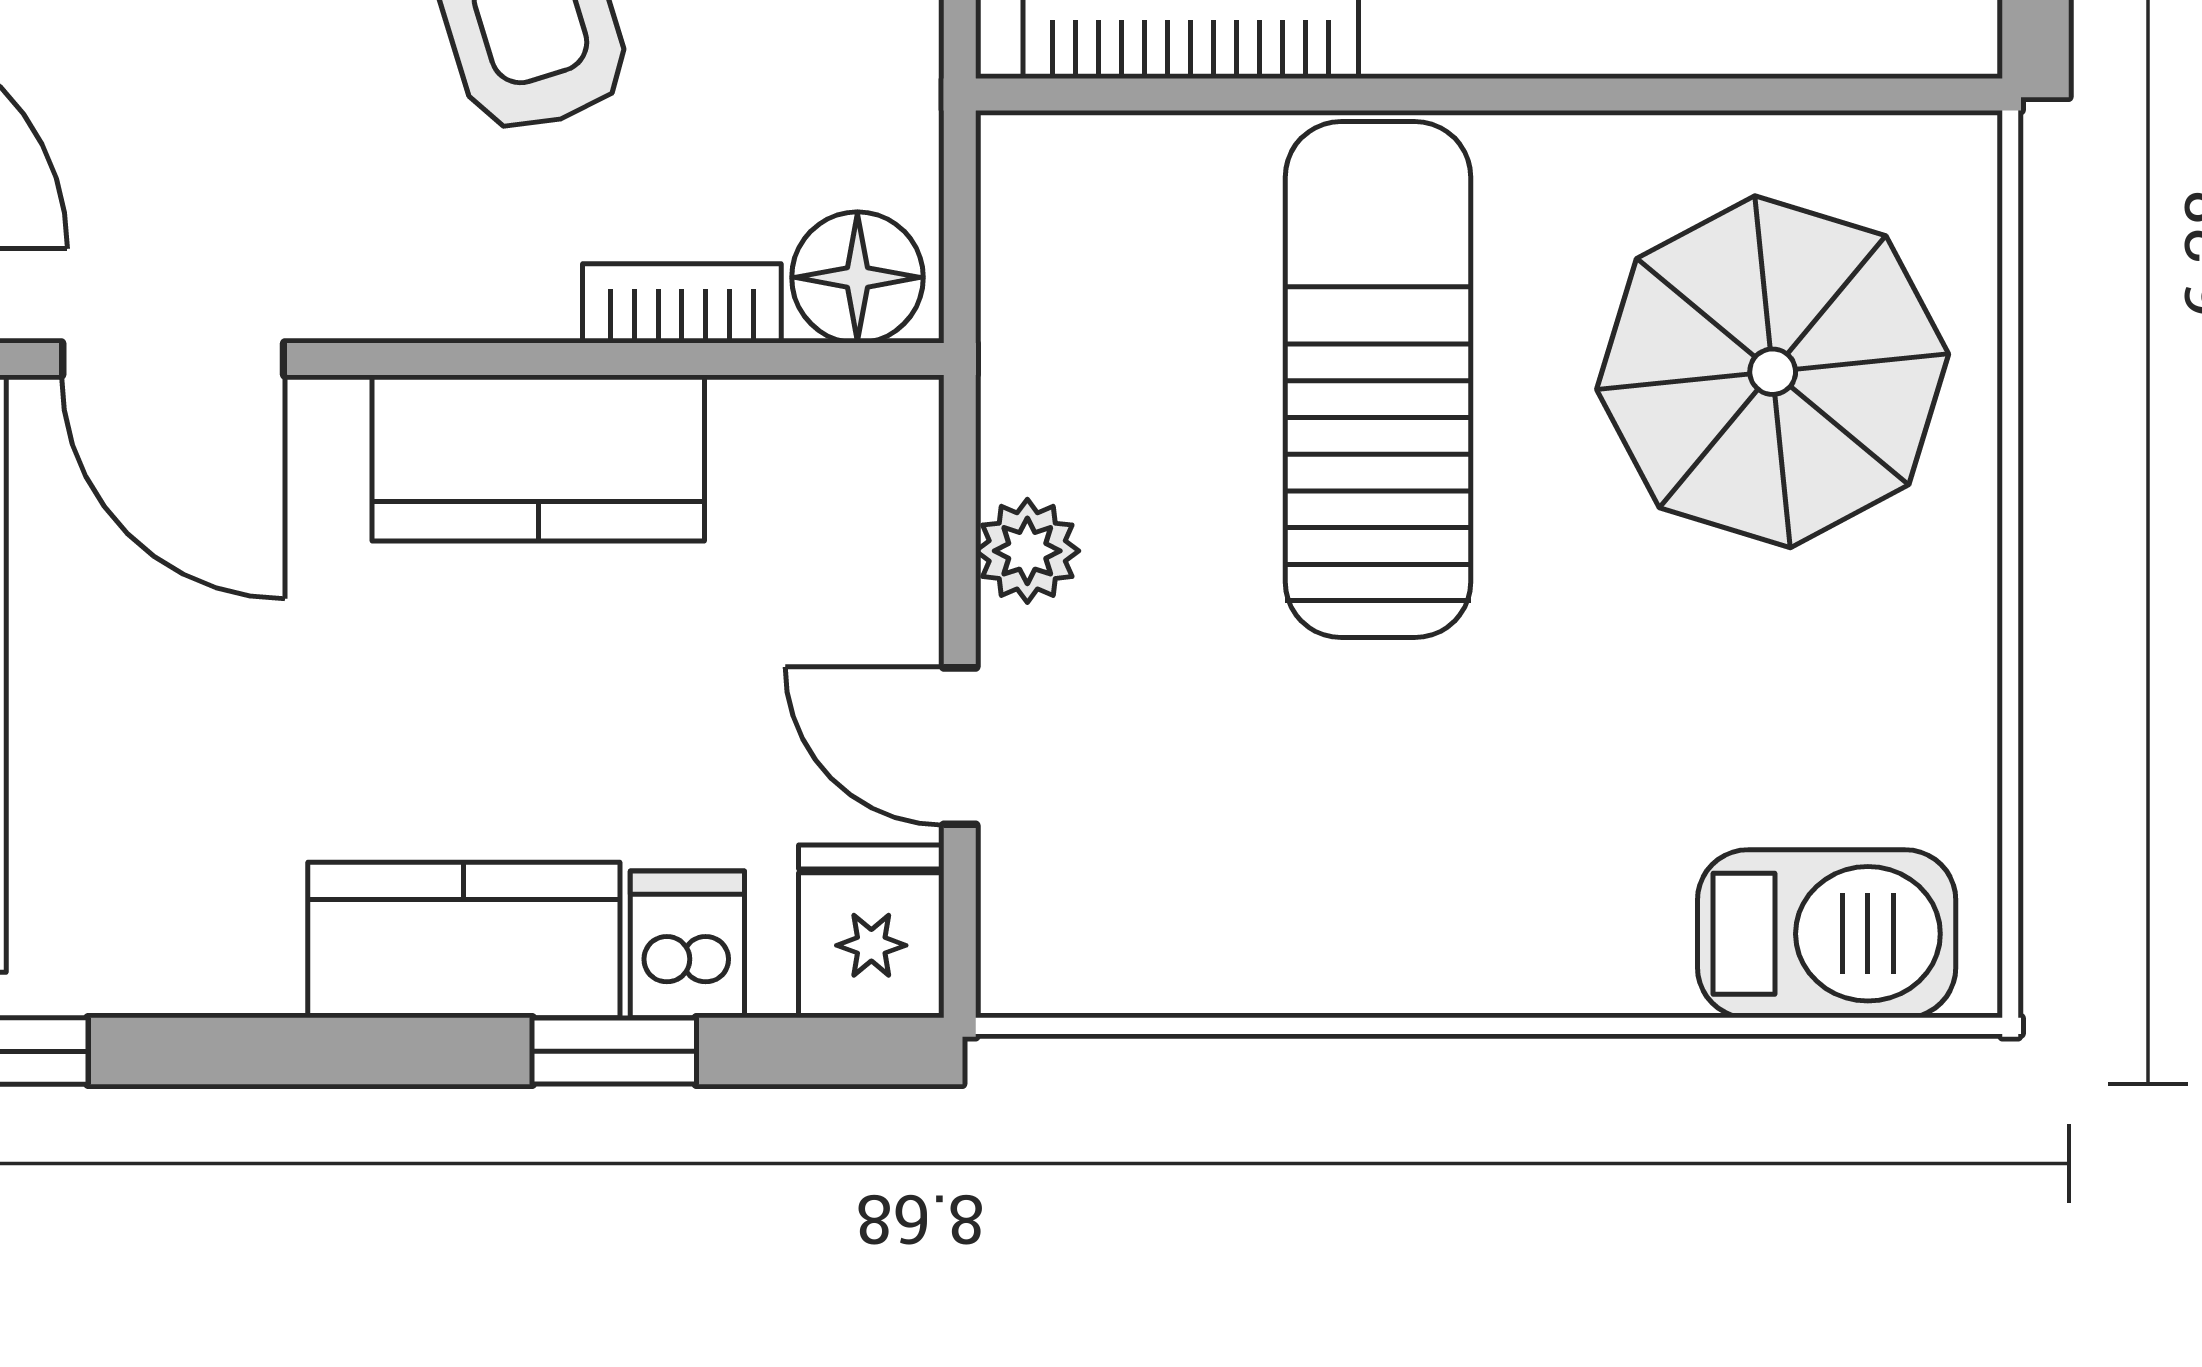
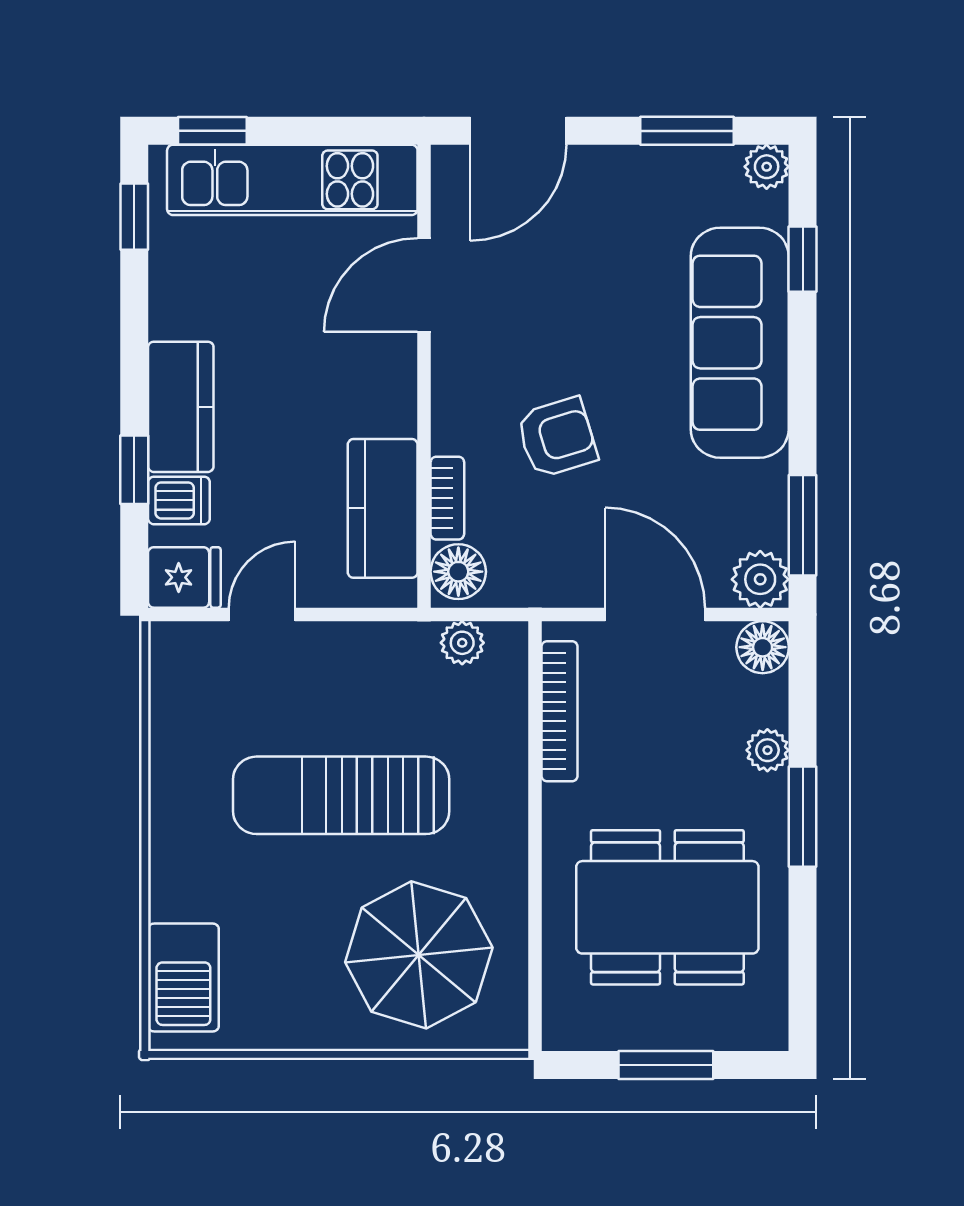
sun lounger: (1378, 380) -> (341, 795), moved, turned 180
kitchen counter: (538, 458) -> (383, 508), moved
plant: (1027, 551) -> (462, 643), moved

